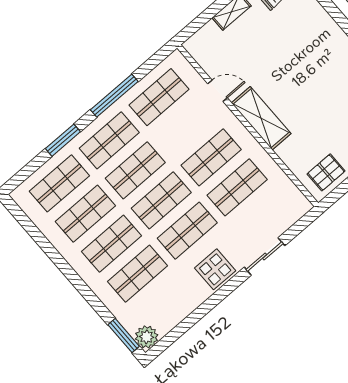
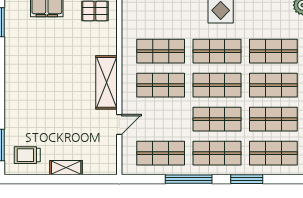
door: (218, 91) -> (119, 125), swing flipped

